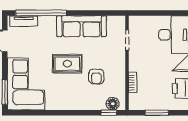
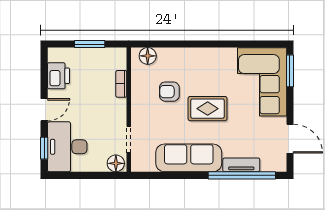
tv unit: (24, 21) -> (241, 165), moved
floor lamp: (137, 22) -> (116, 163), added
armchair: (96, 77) -> (169, 92), turned -90
window: (109, 113) -> (153, 44), removed

